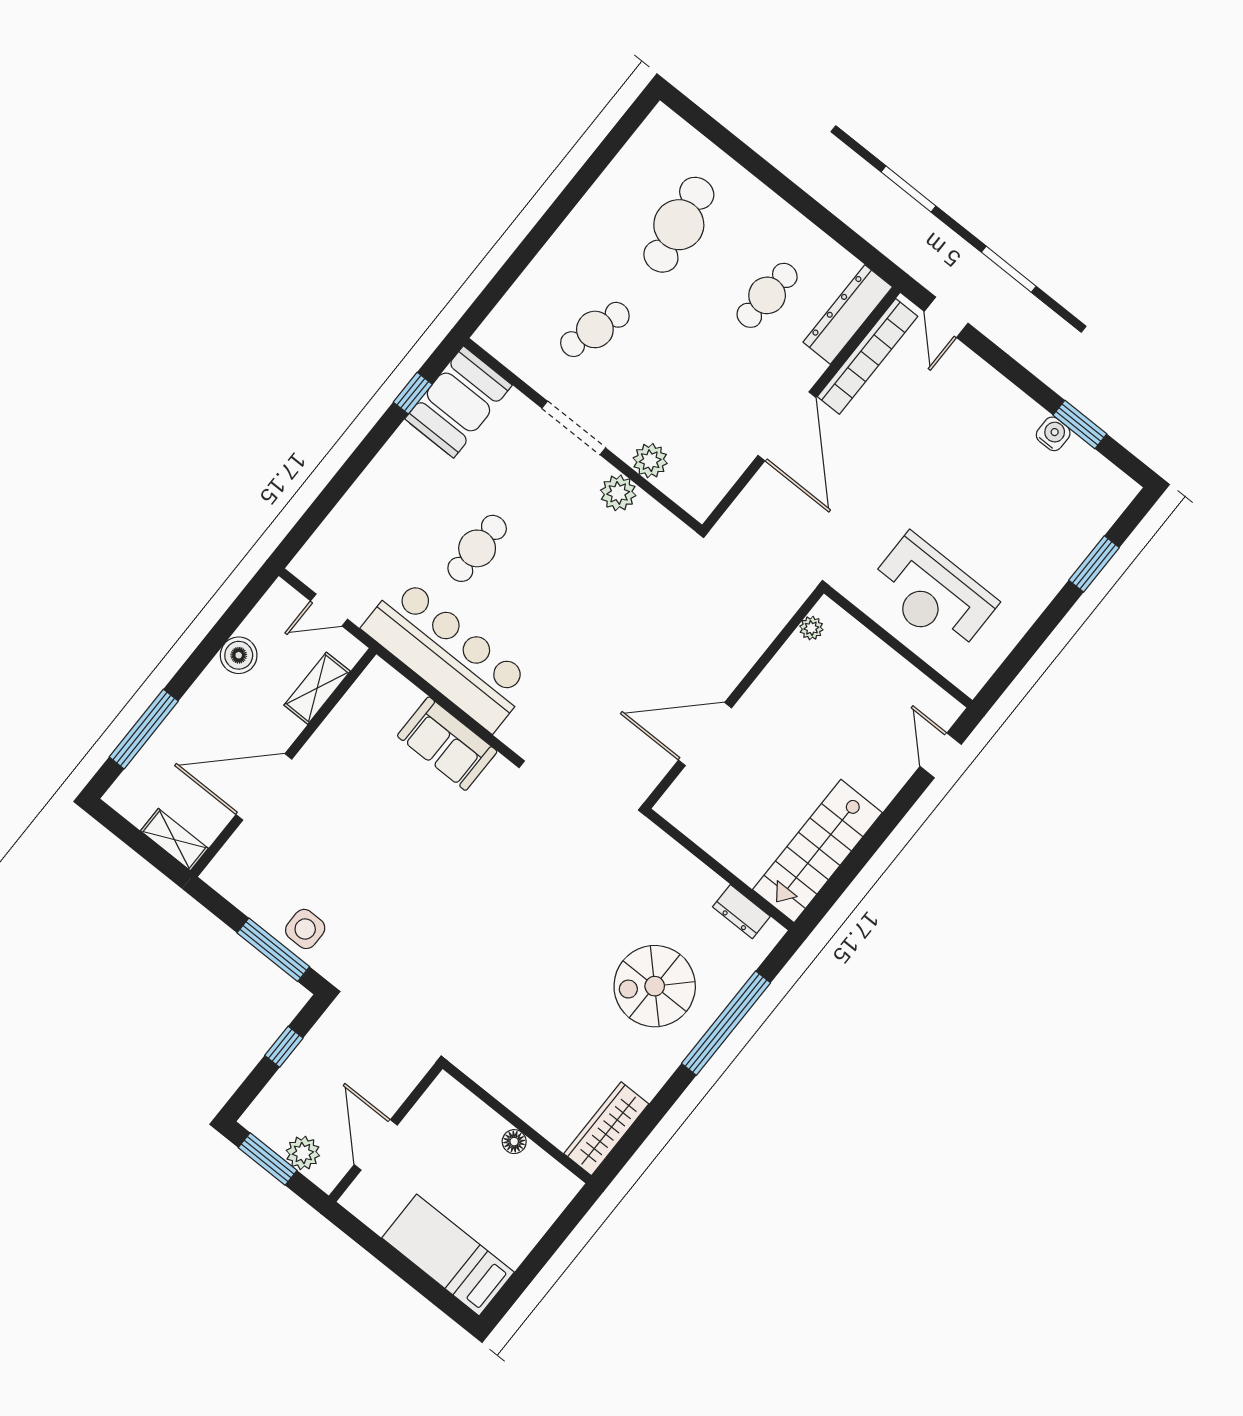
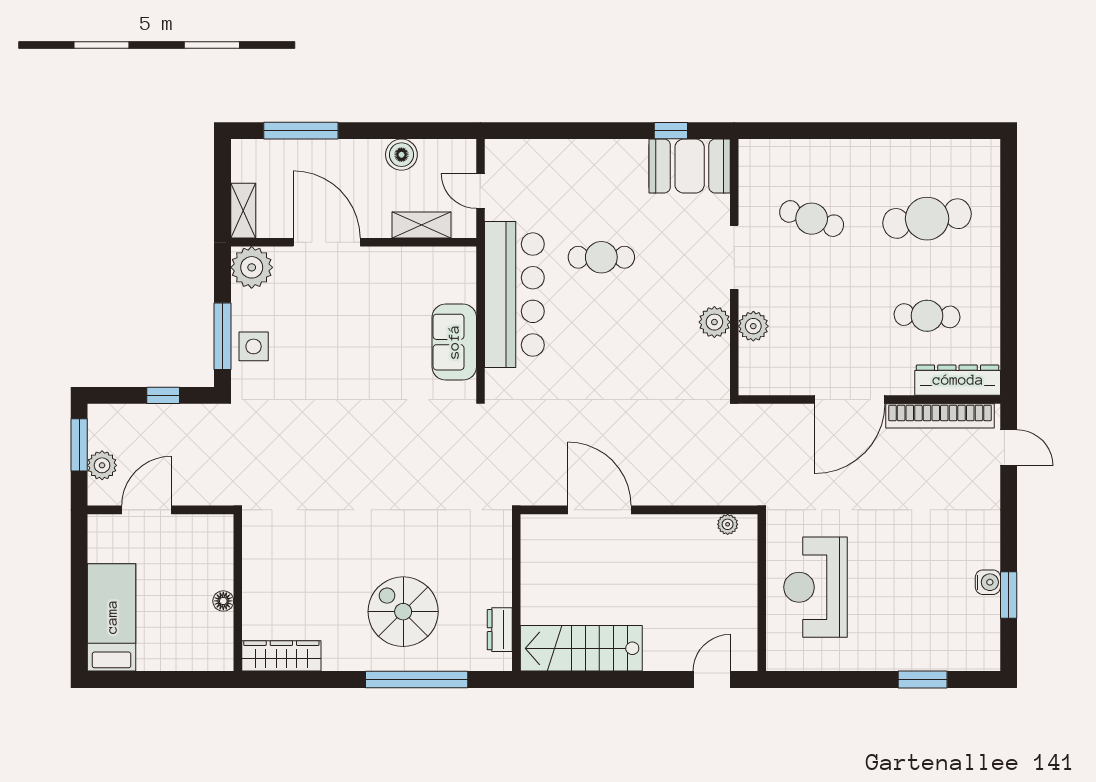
door: (946, 317) -> (1009, 448), swing flipped
plant: (232, 873) -> (252, 267), added

